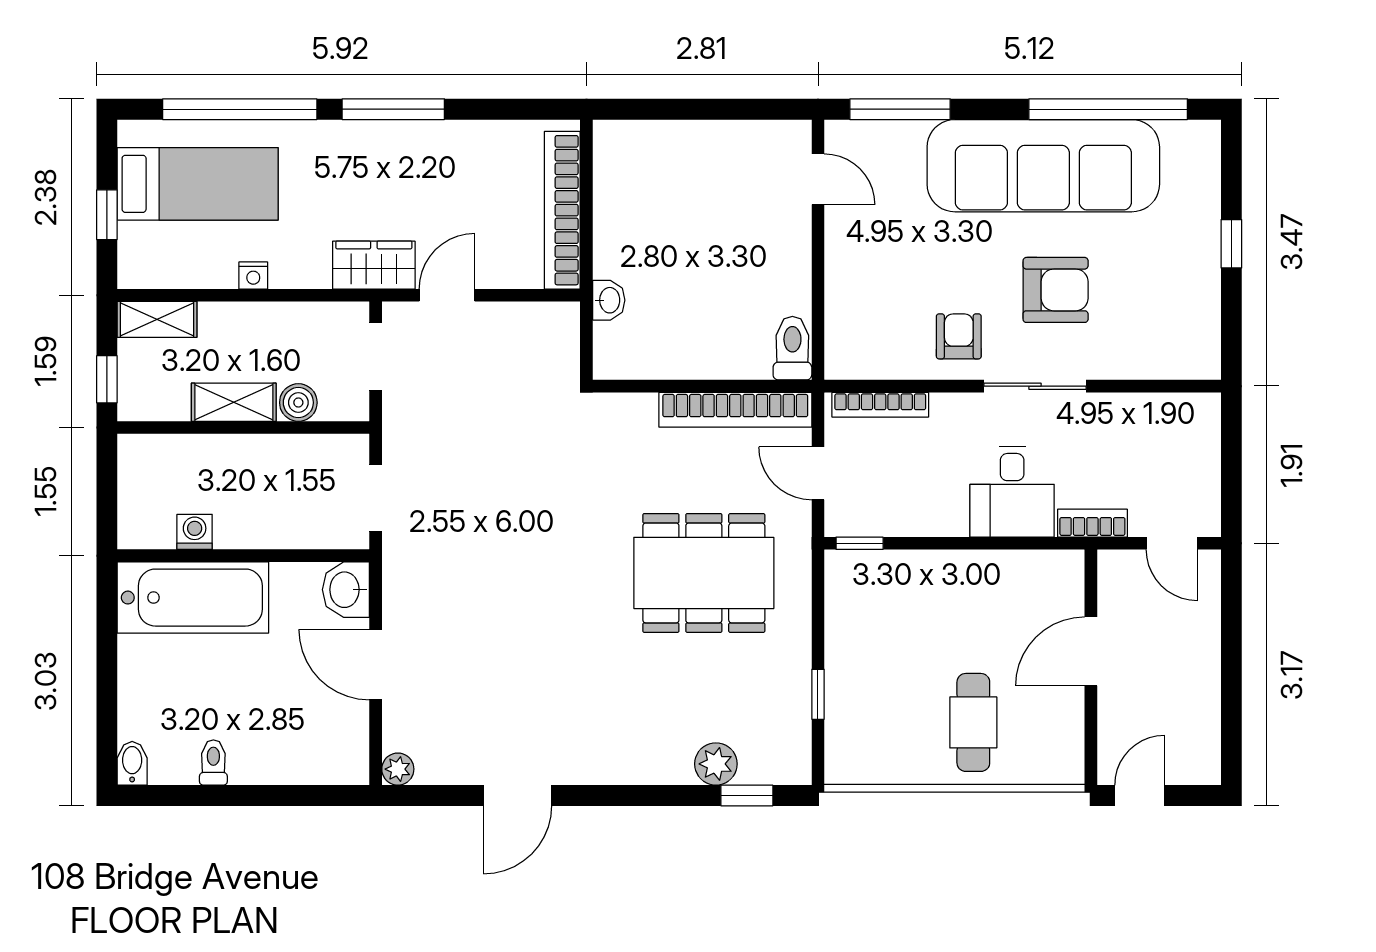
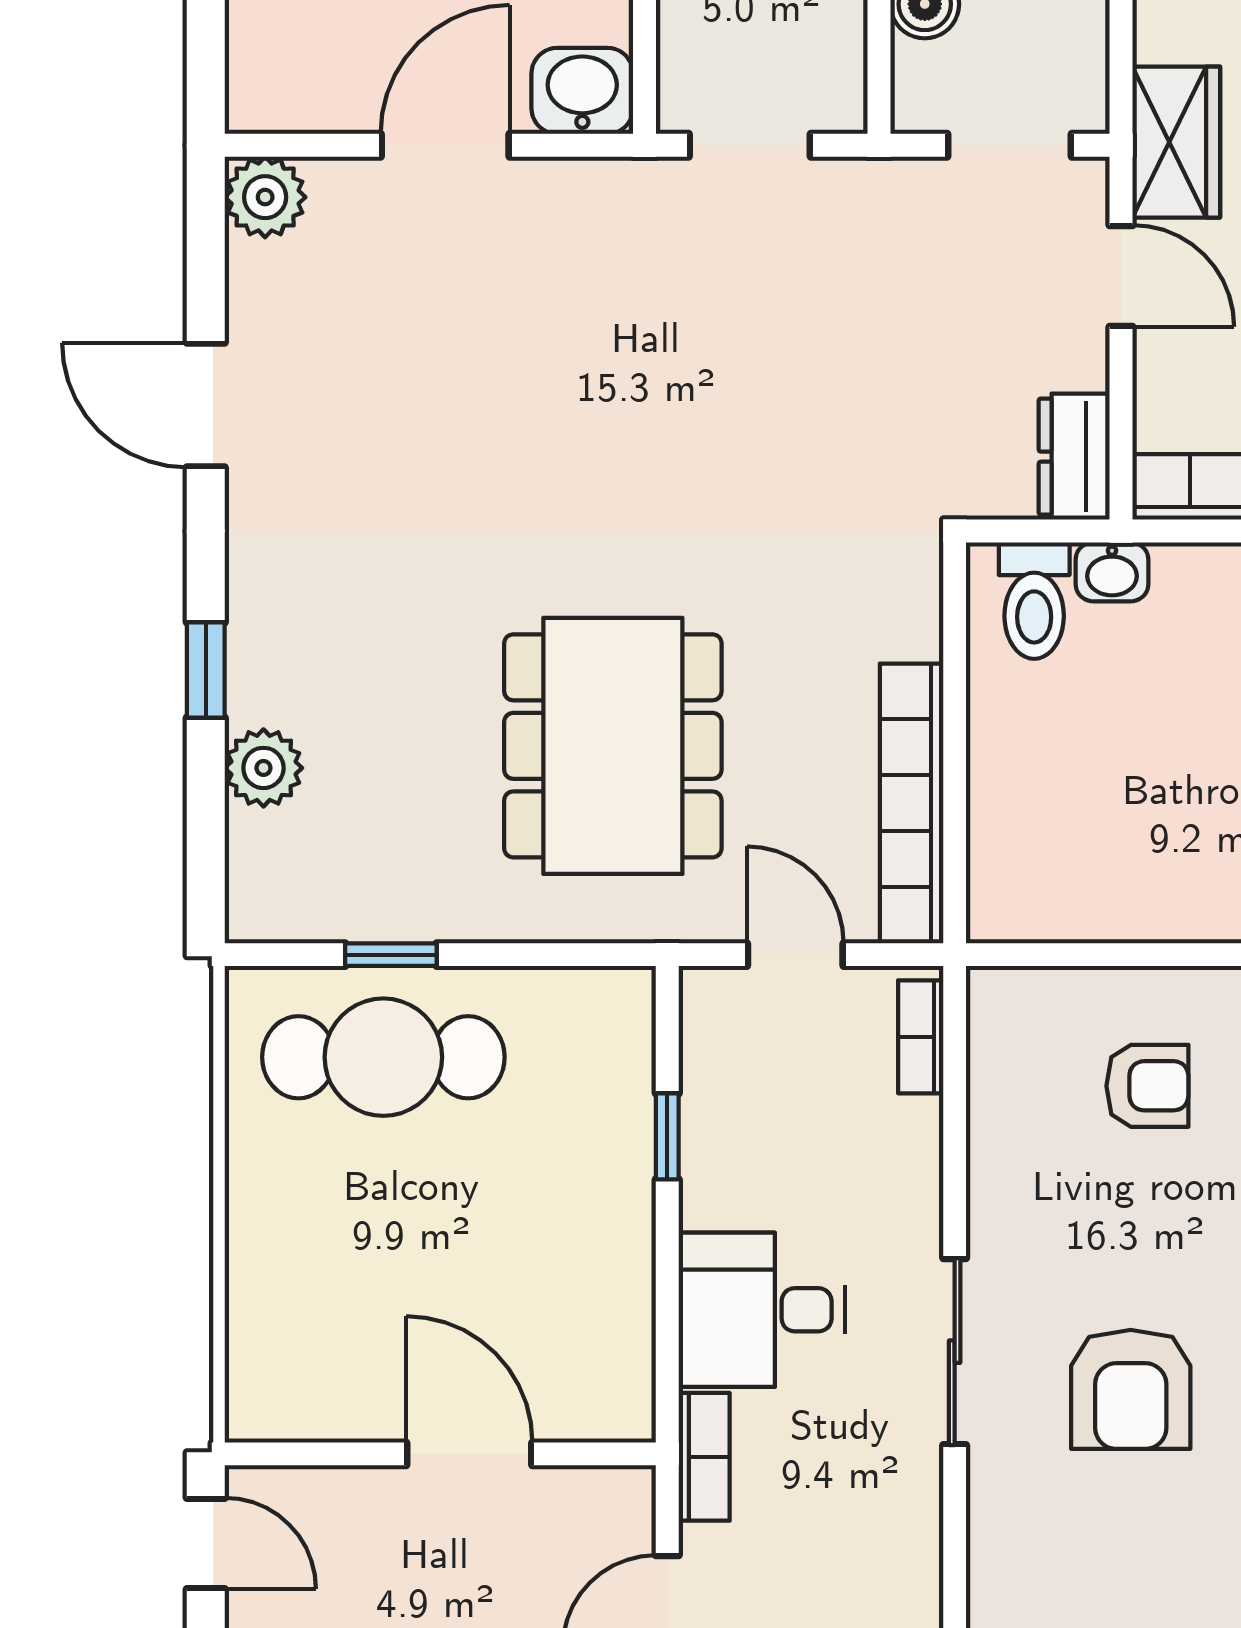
dresser: (546, 321) -> (1074, 457), added
armchair: (959, 336) -> (1147, 1086), moved
toilet: (792, 348) -> (1034, 601), moved, turned 90
bookcase: (880, 405) -> (921, 1037), width x0.64
door: (818, 473) -> (795, 955), hinge flipped
window: (860, 543) -> (667, 1136), moved
cafe table: (973, 722) -> (383, 1057), moved, width x1.37, depth x1.35
plant: (398, 769) -> (265, 197), width x1.38, depth x1.38
window: (747, 795) -> (206, 670), moved

